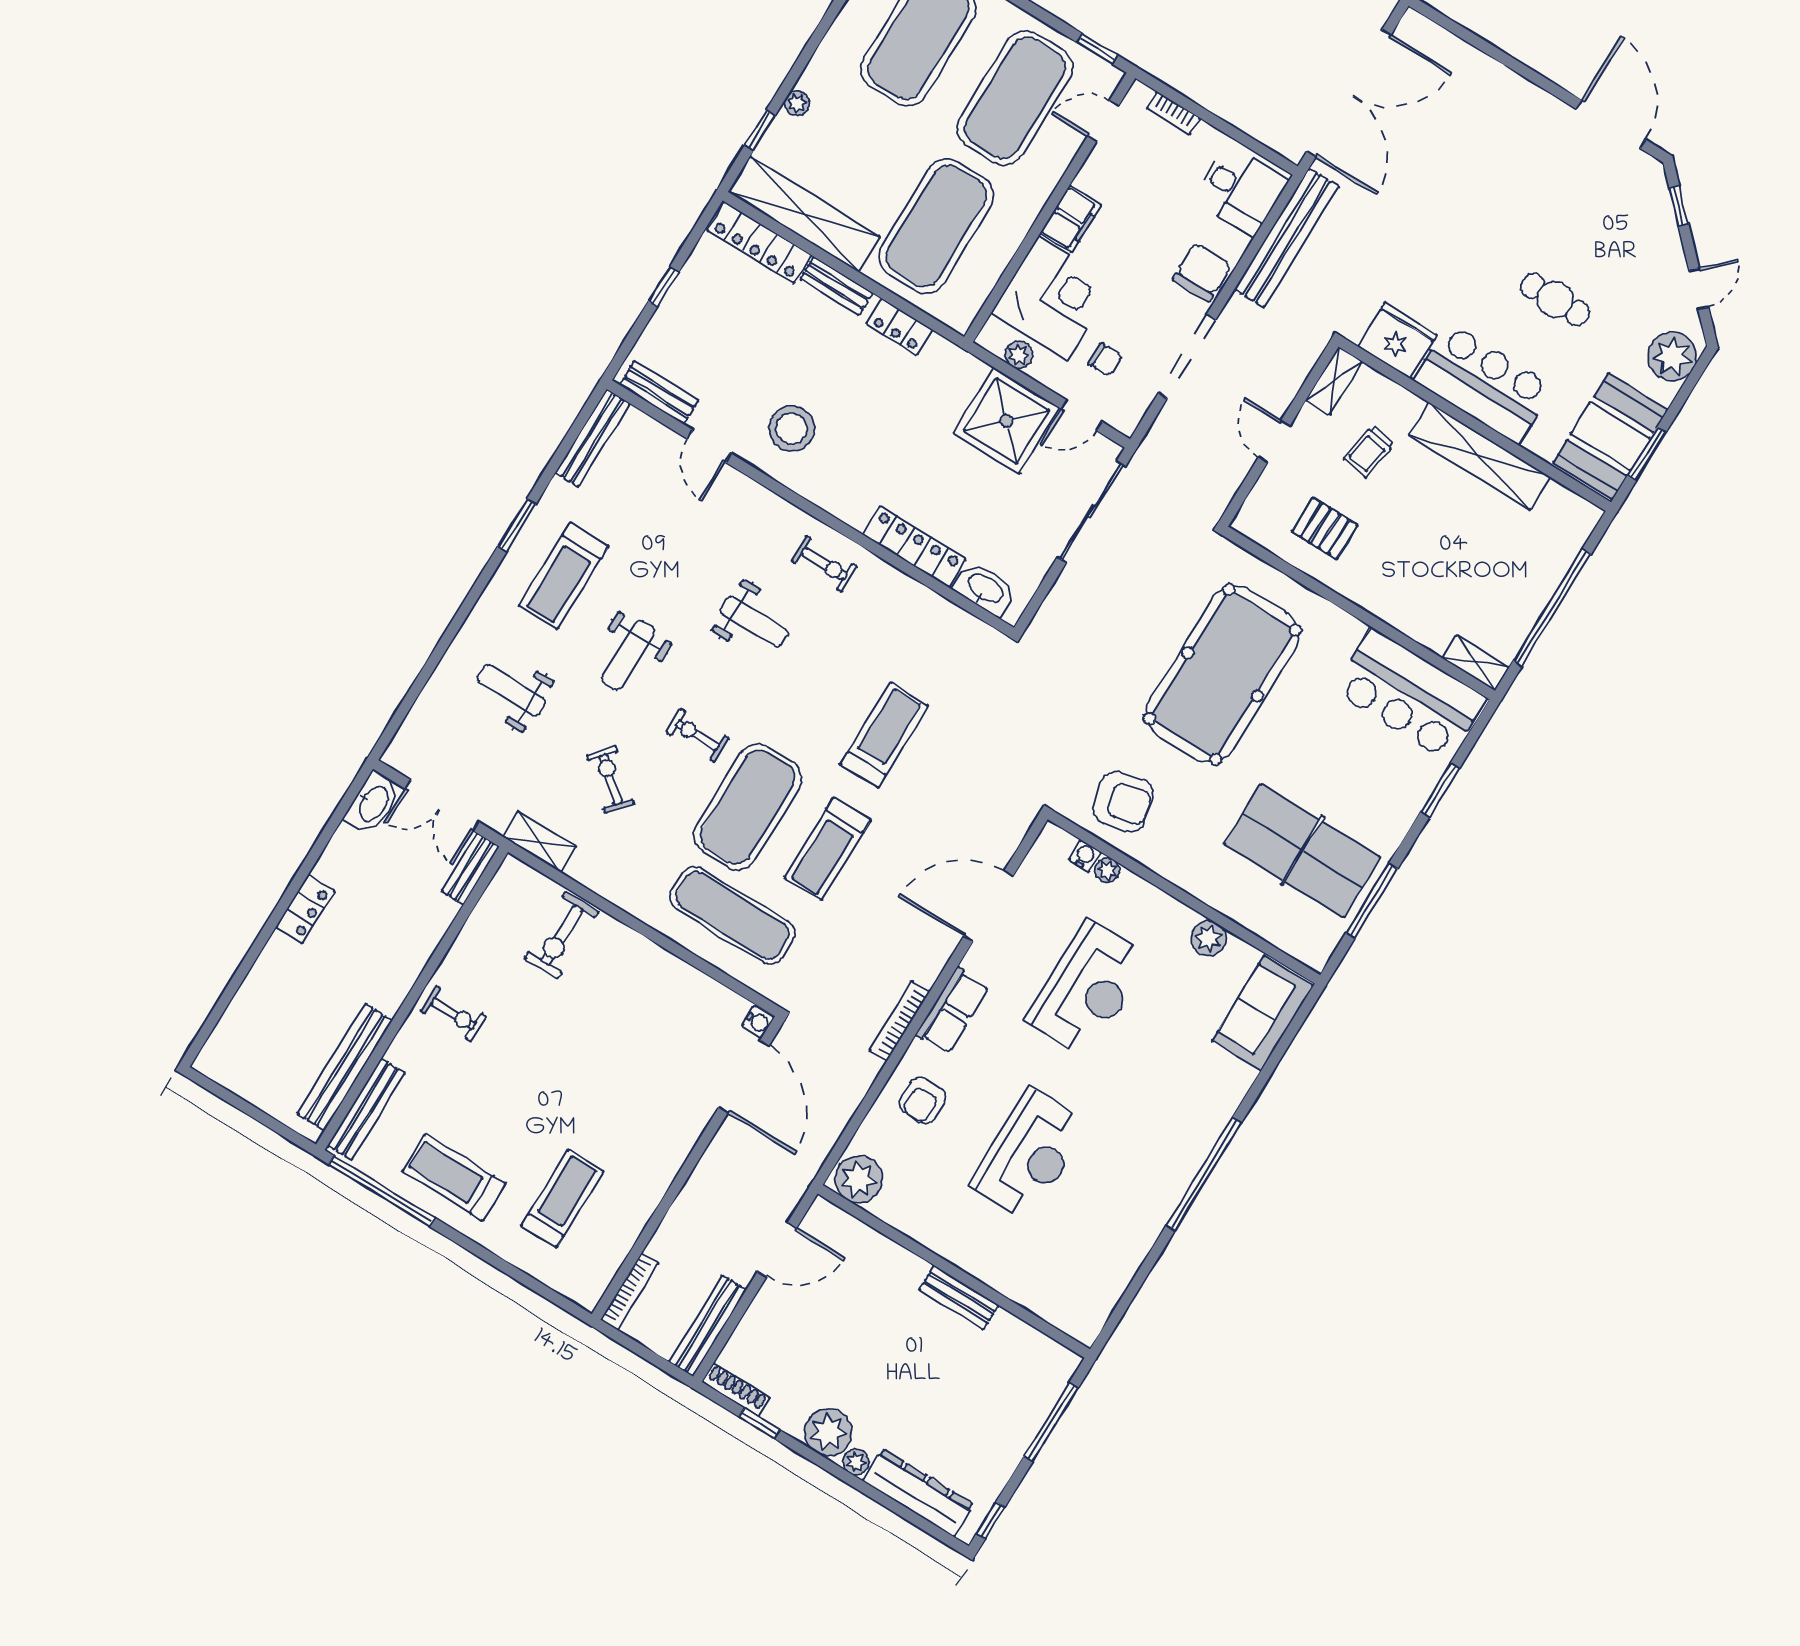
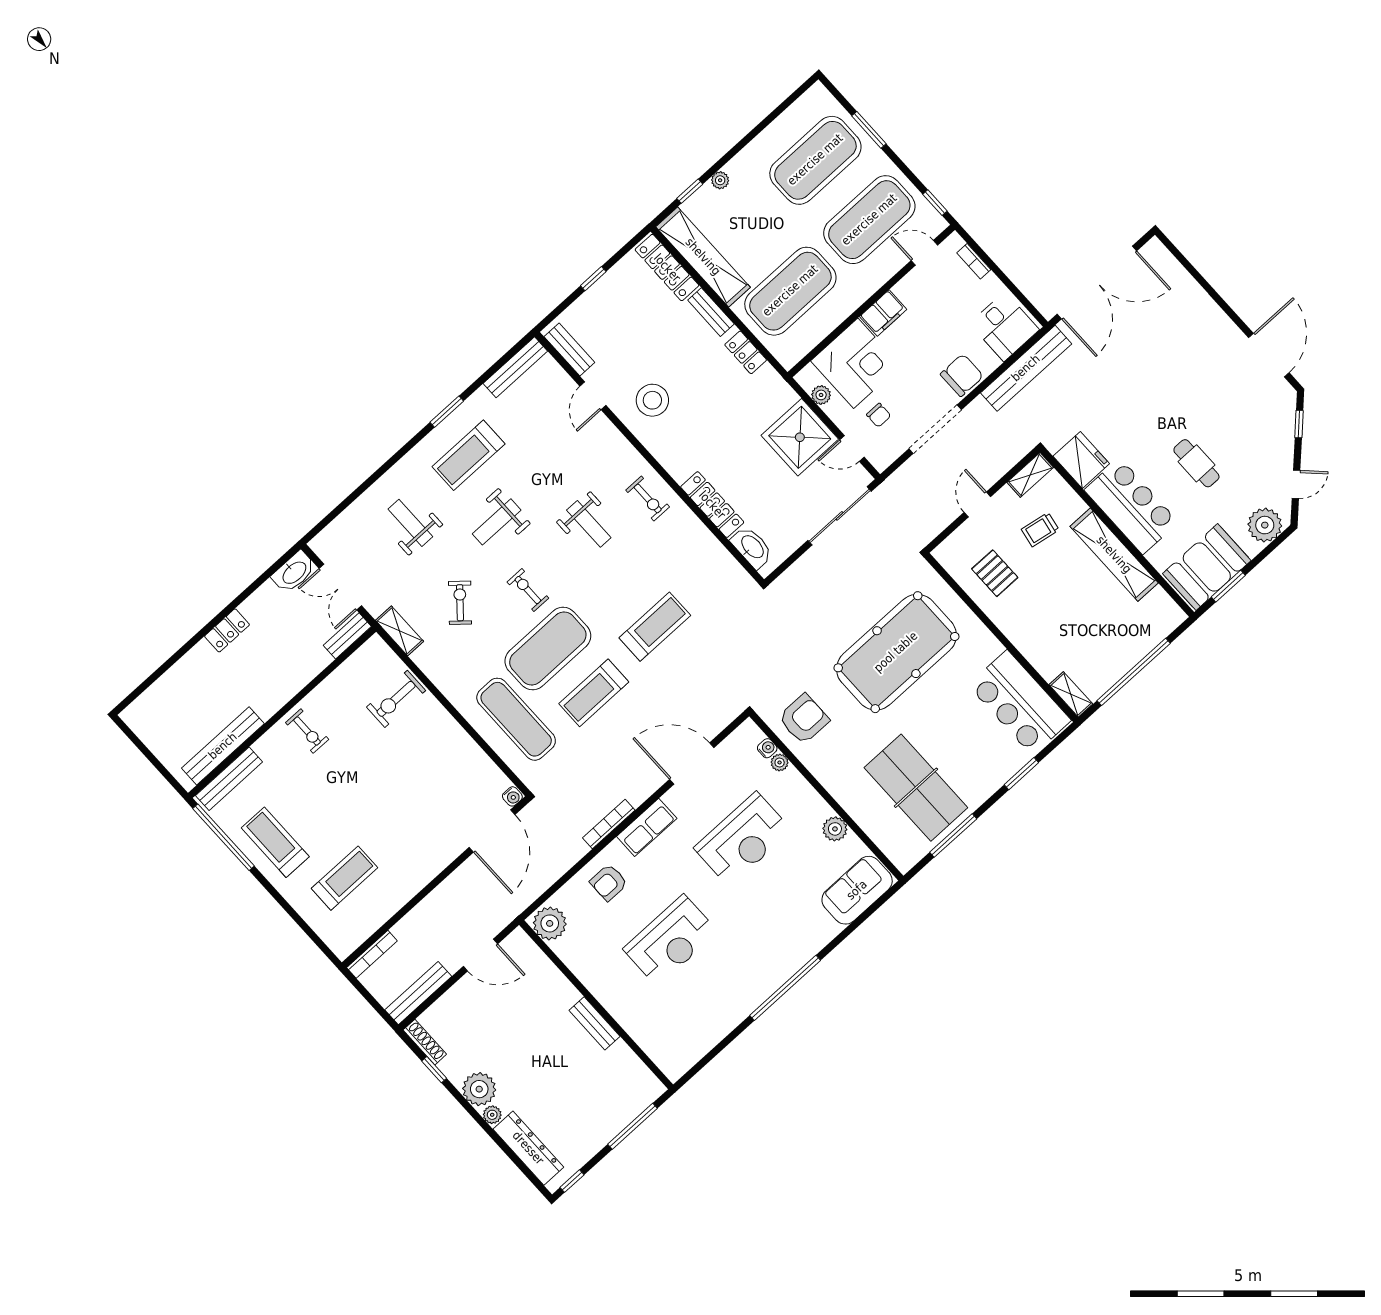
armchair: (1123, 802) -> (804, 719), turned -77

